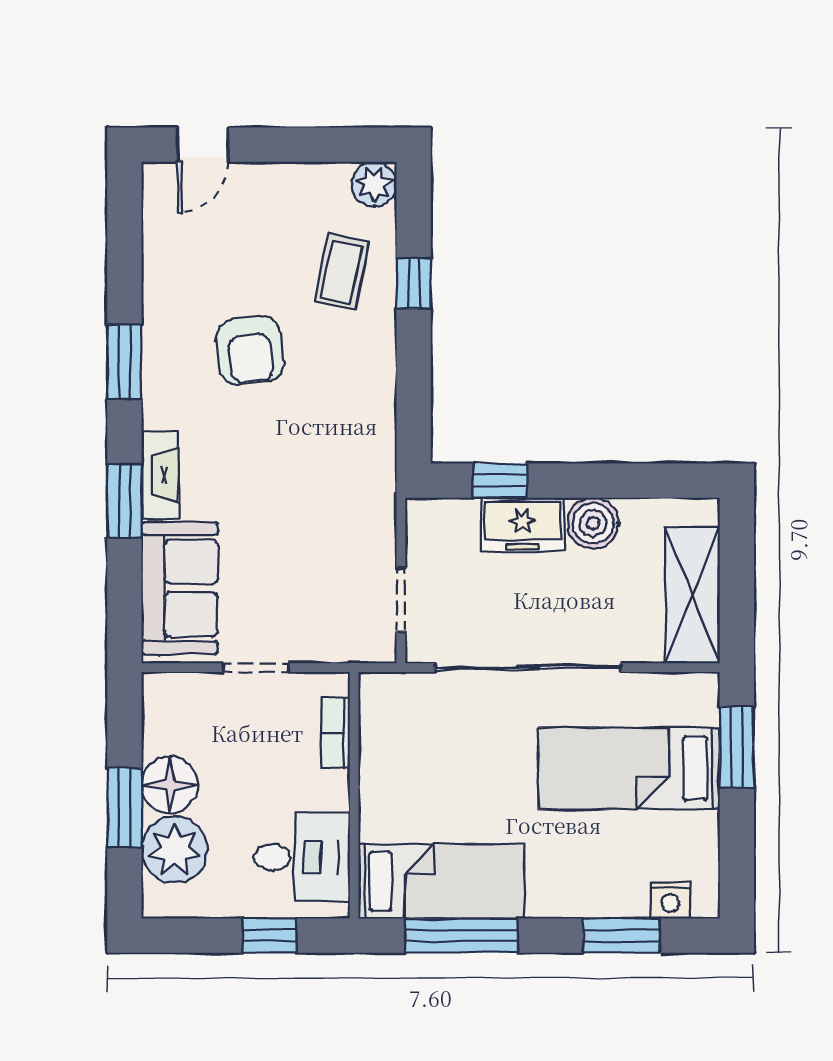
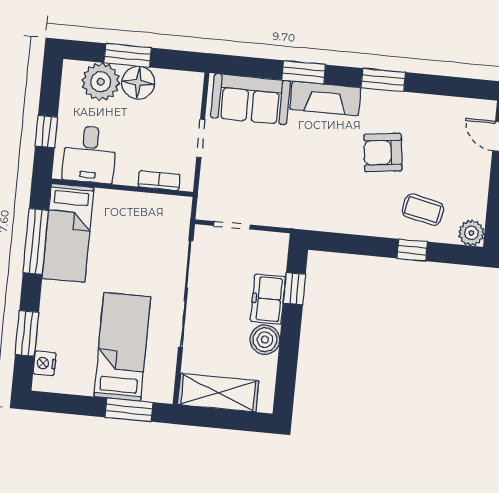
fireplace: (160, 475) -> (325, 98), width x1.37, depth x1.32

